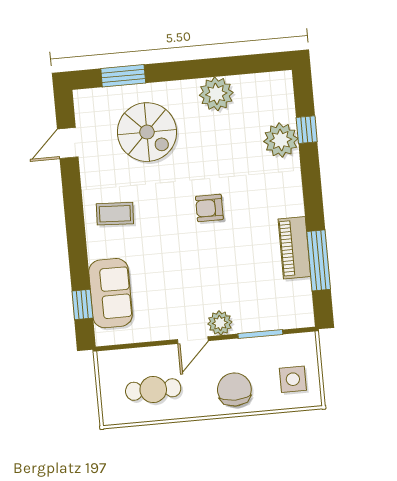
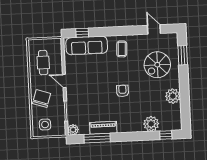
window: (307, 130) -> (166, 135), moved
sofa: (111, 293) -> (87, 45), width x1.36
plant: (220, 323) -> (73, 130), moved
chair: (234, 390) -> (42, 98), turned -72

